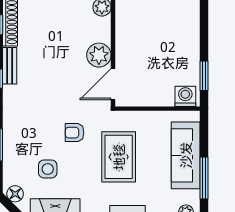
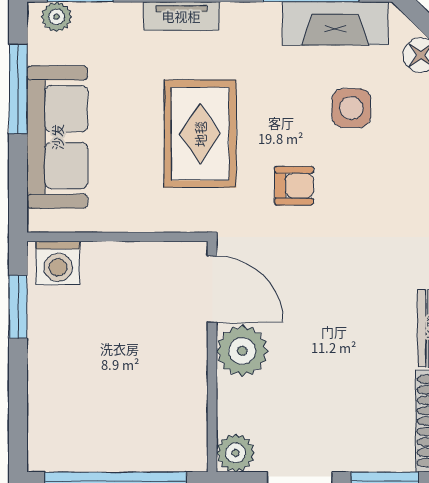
door: (113, 84) -> (212, 289), hinge flipped

